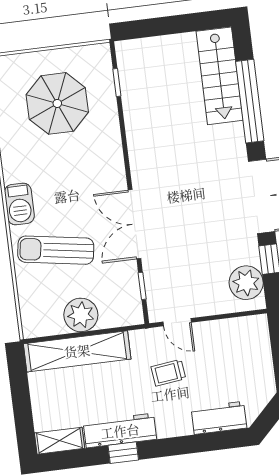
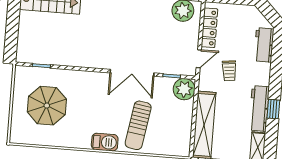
plant: (81, 315) -> (184, 89), moved
locker: (228, 329) -> (209, 28), added

